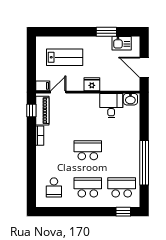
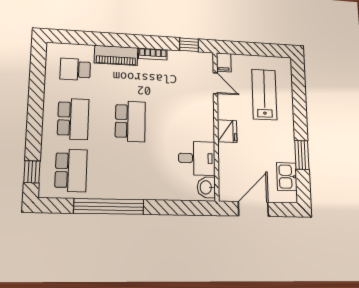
lab bench: (65, 57) -> (264, 95), turned 180
piano: (42, 111) -> (116, 55), moved

